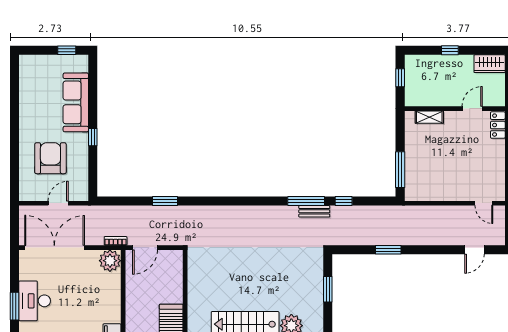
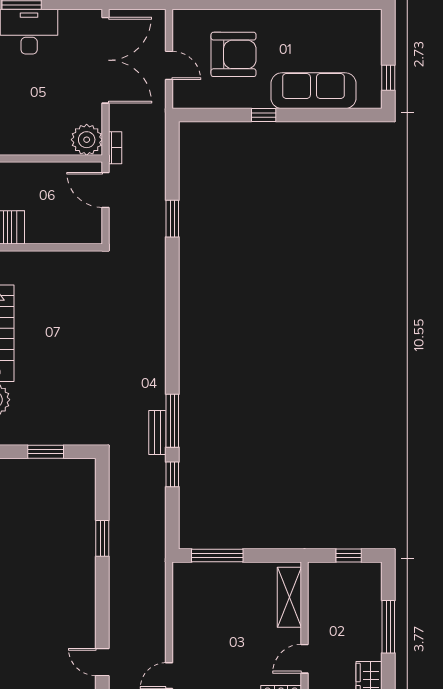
window: (450, 50) -> (388, 627), width x2.17
door: (472, 109) -> (305, 659), swing flipped
shelving: (429, 117) -> (289, 597), width x1.50, depth x1.33

